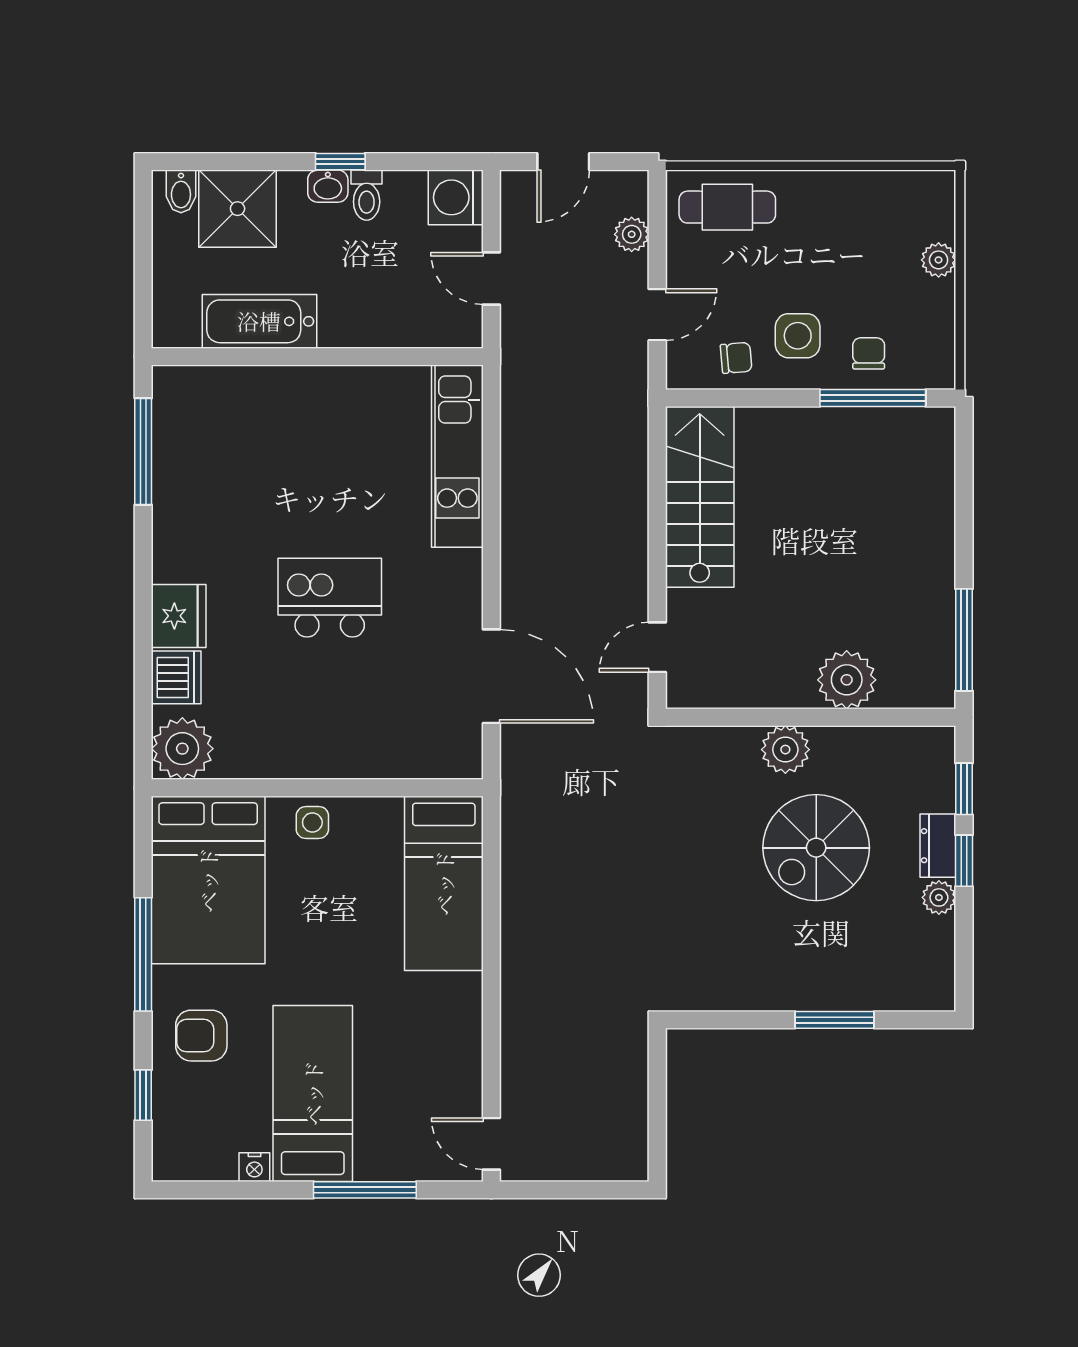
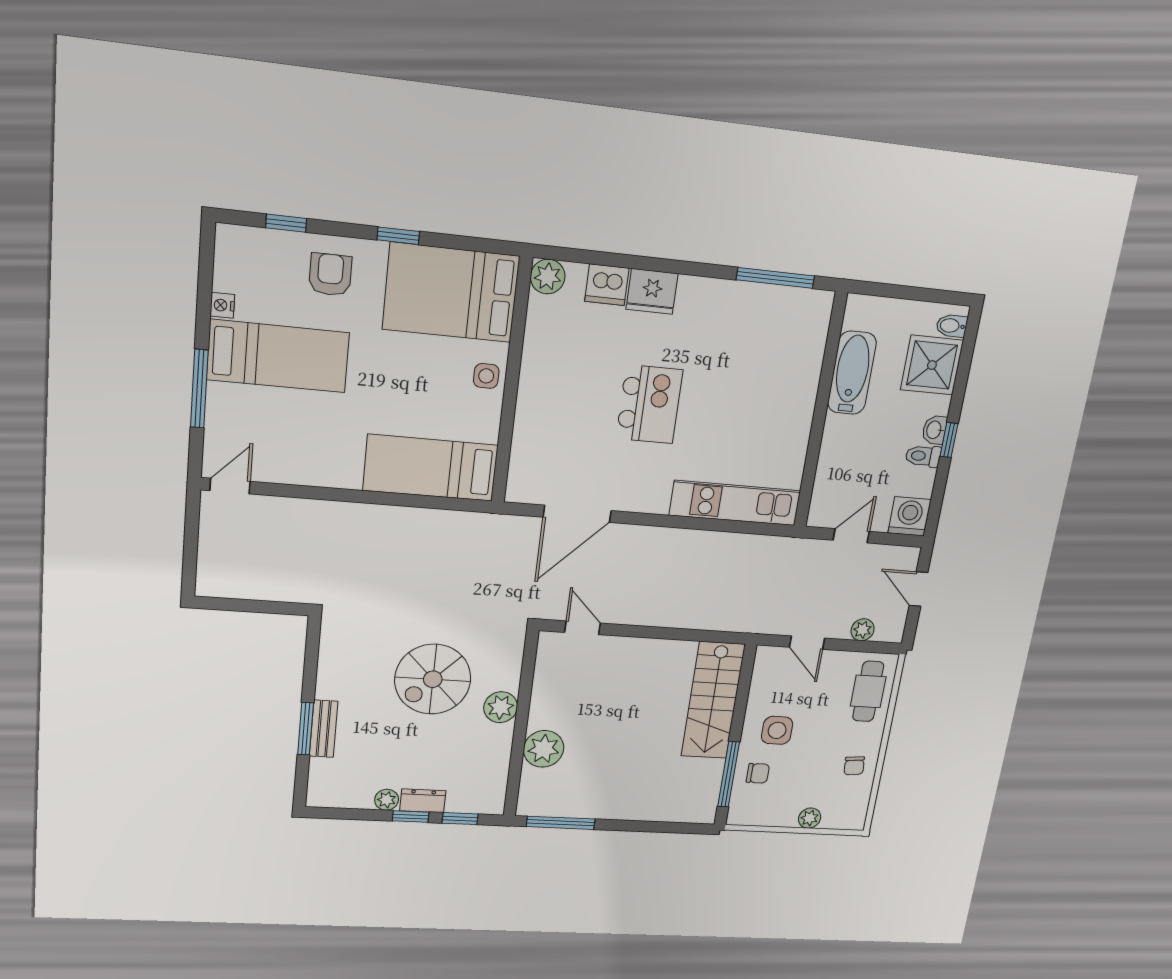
chair: (736, 358) -> (854, 766), moved
stairs: (700, 497) -> (713, 700), moved, turned 90
plant: (182, 749) -> (548, 277), width x0.73, depth x0.73
spiral stairs: (816, 848) -> (433, 679), moved, turned -90
window: (143, 954) -> (398, 236), width x0.46
bench: (833, 995) -> (324, 729), added

